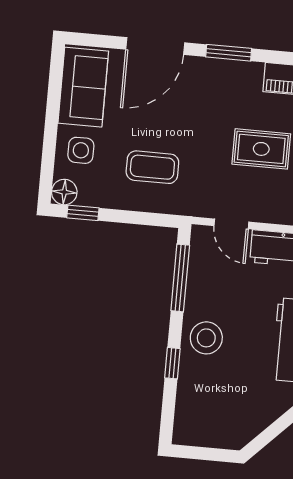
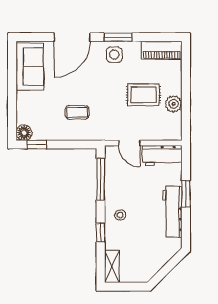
side table: (81, 150) -> (114, 55), moved
coffee table: (152, 167) -> (77, 112), width x0.73, depth x0.77
stool: (206, 338) -> (120, 215), width x0.53, depth x0.53
shelving: (186, 419) -> (112, 266), added

